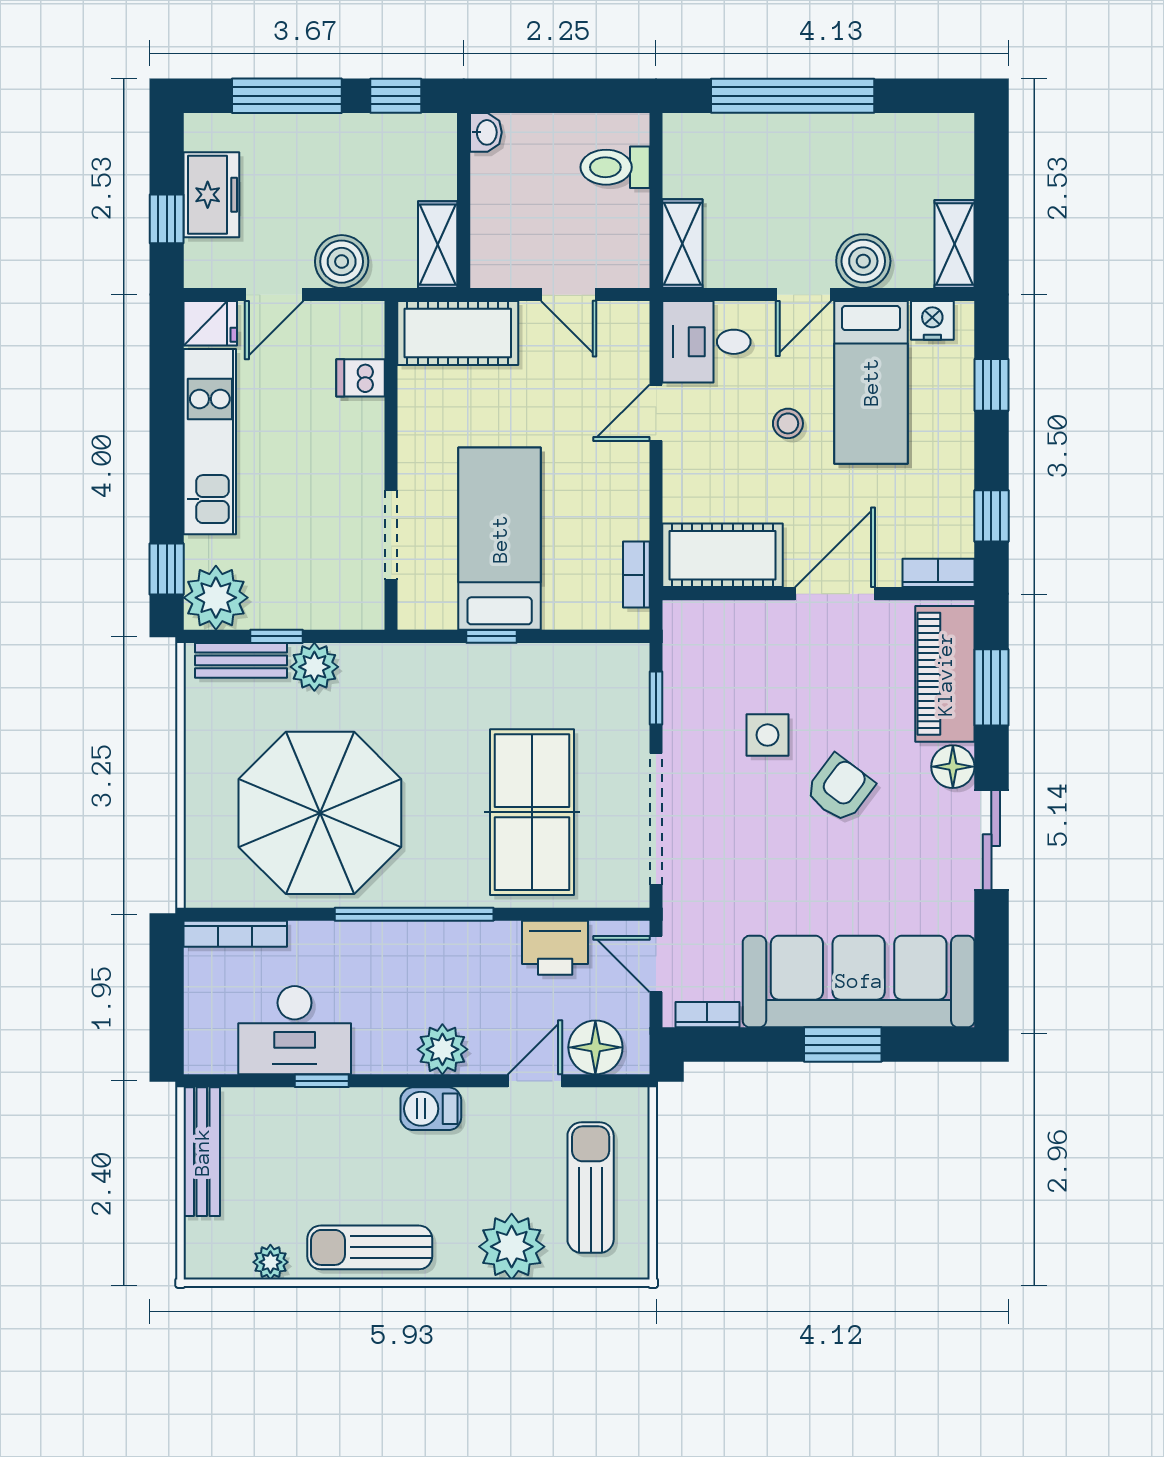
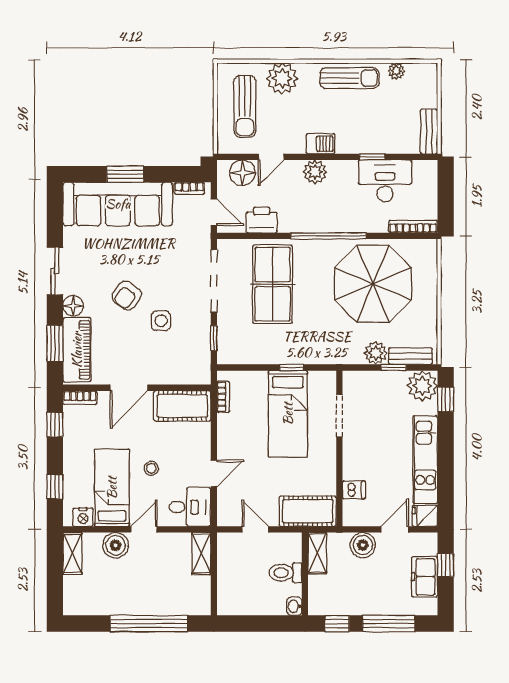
toilet: (615, 167) -> (286, 573), moved, turned 180
bench: (202, 1152) -> (429, 131), width x0.73

